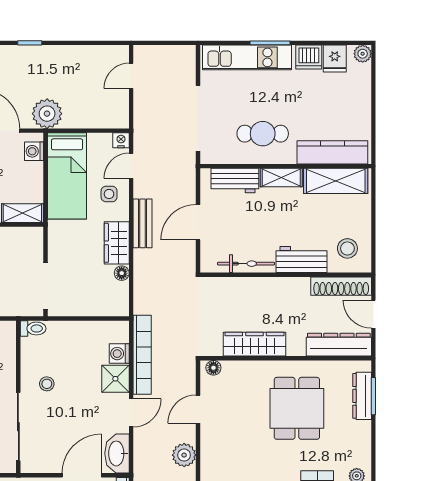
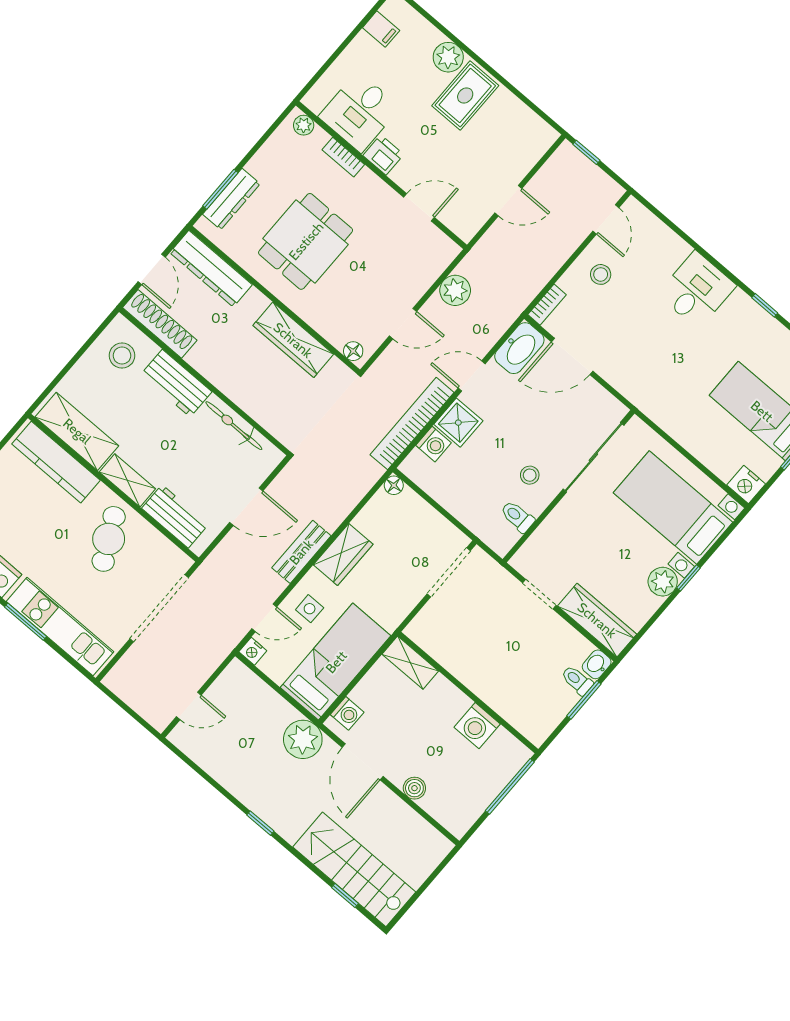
cafe table: (263, 134) -> (109, 539), turned 63
floor lamp: (122, 273) -> (394, 485), moved
toilet: (33, 328) -> (517, 517), moved

